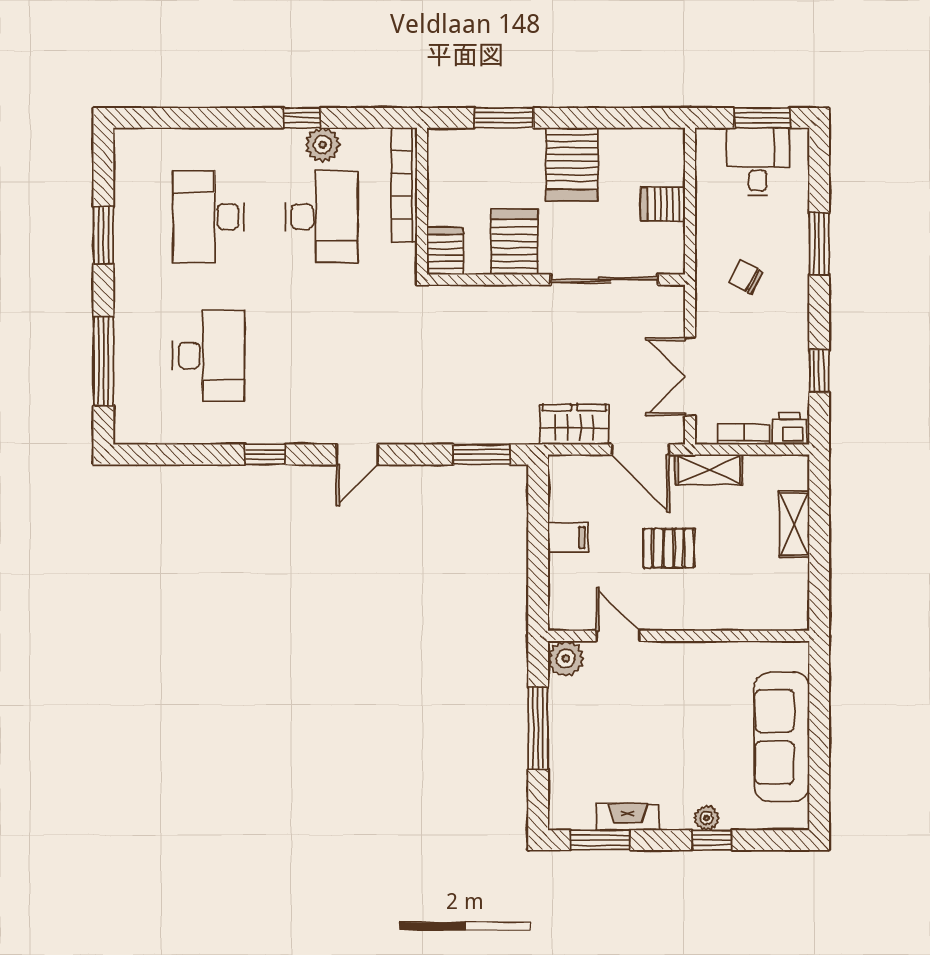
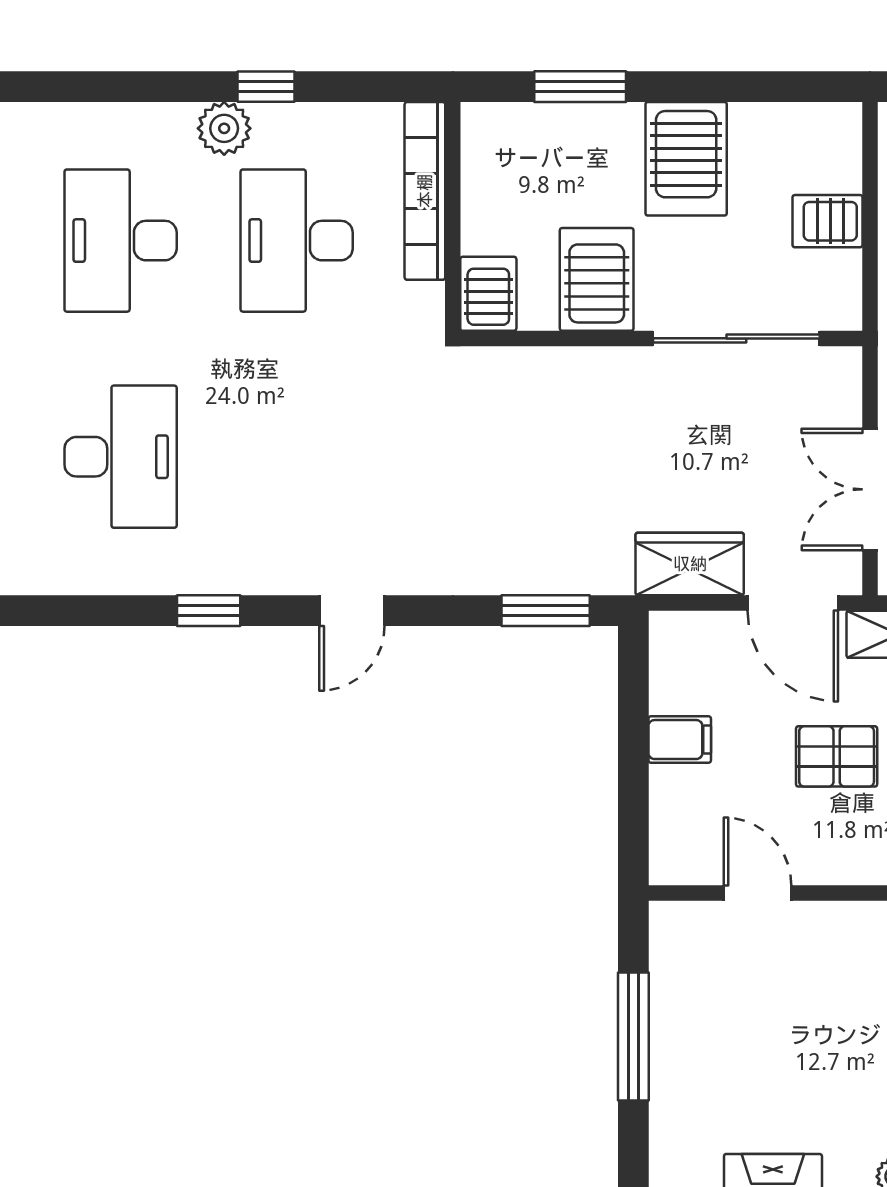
plant: (323, 145) -> (224, 128), moved
desk: (322, 217) -> (297, 241), turned 180
plant: (566, 659) -> (676, 928), removed

